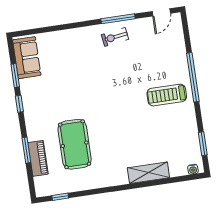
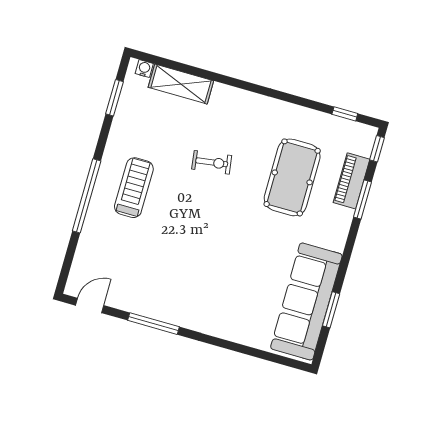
exercise bike: (115, 37) -> (212, 162), moved
sofa: (27, 58) -> (306, 301), width x1.85, depth x1.27
treadmill: (167, 95) -> (134, 188), turned -90
window: (19, 104) -> (377, 149), moved
shelving: (148, 173) -> (181, 84), moved

